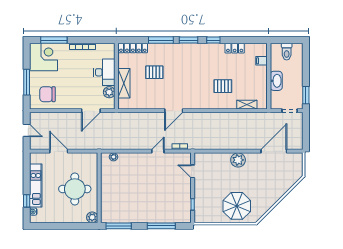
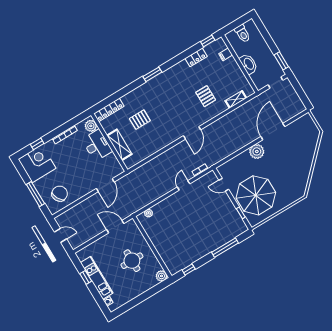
window: (54, 40) -> (37, 144), width x0.46
window: (161, 40) -> (129, 89), removed
window: (213, 40) -> (208, 41), moved
pallet: (223, 86) -> (206, 96), turned 90
plant: (109, 92) -> (91, 126), moved
chair: (47, 94) -> (60, 194), turned 152
door: (174, 111) -> (192, 133), moved
door: (59, 151) -> (115, 227), moved
door: (274, 151) -> (273, 132), moved
round table: (75, 189) -> (132, 261), width x0.73, depth x0.73
window: (27, 201) -> (86, 277), moved
parasol: (237, 206) -> (256, 195), moved, width x1.36, depth x1.36
window: (119, 226) -> (189, 270), width x0.46

